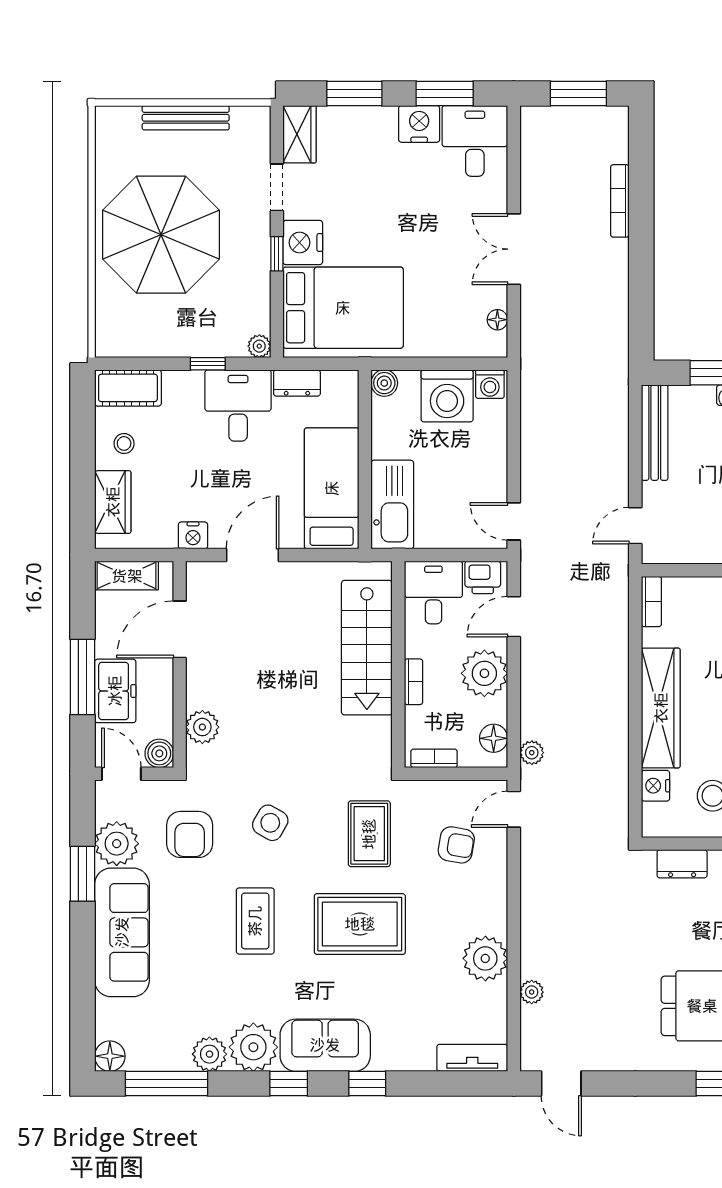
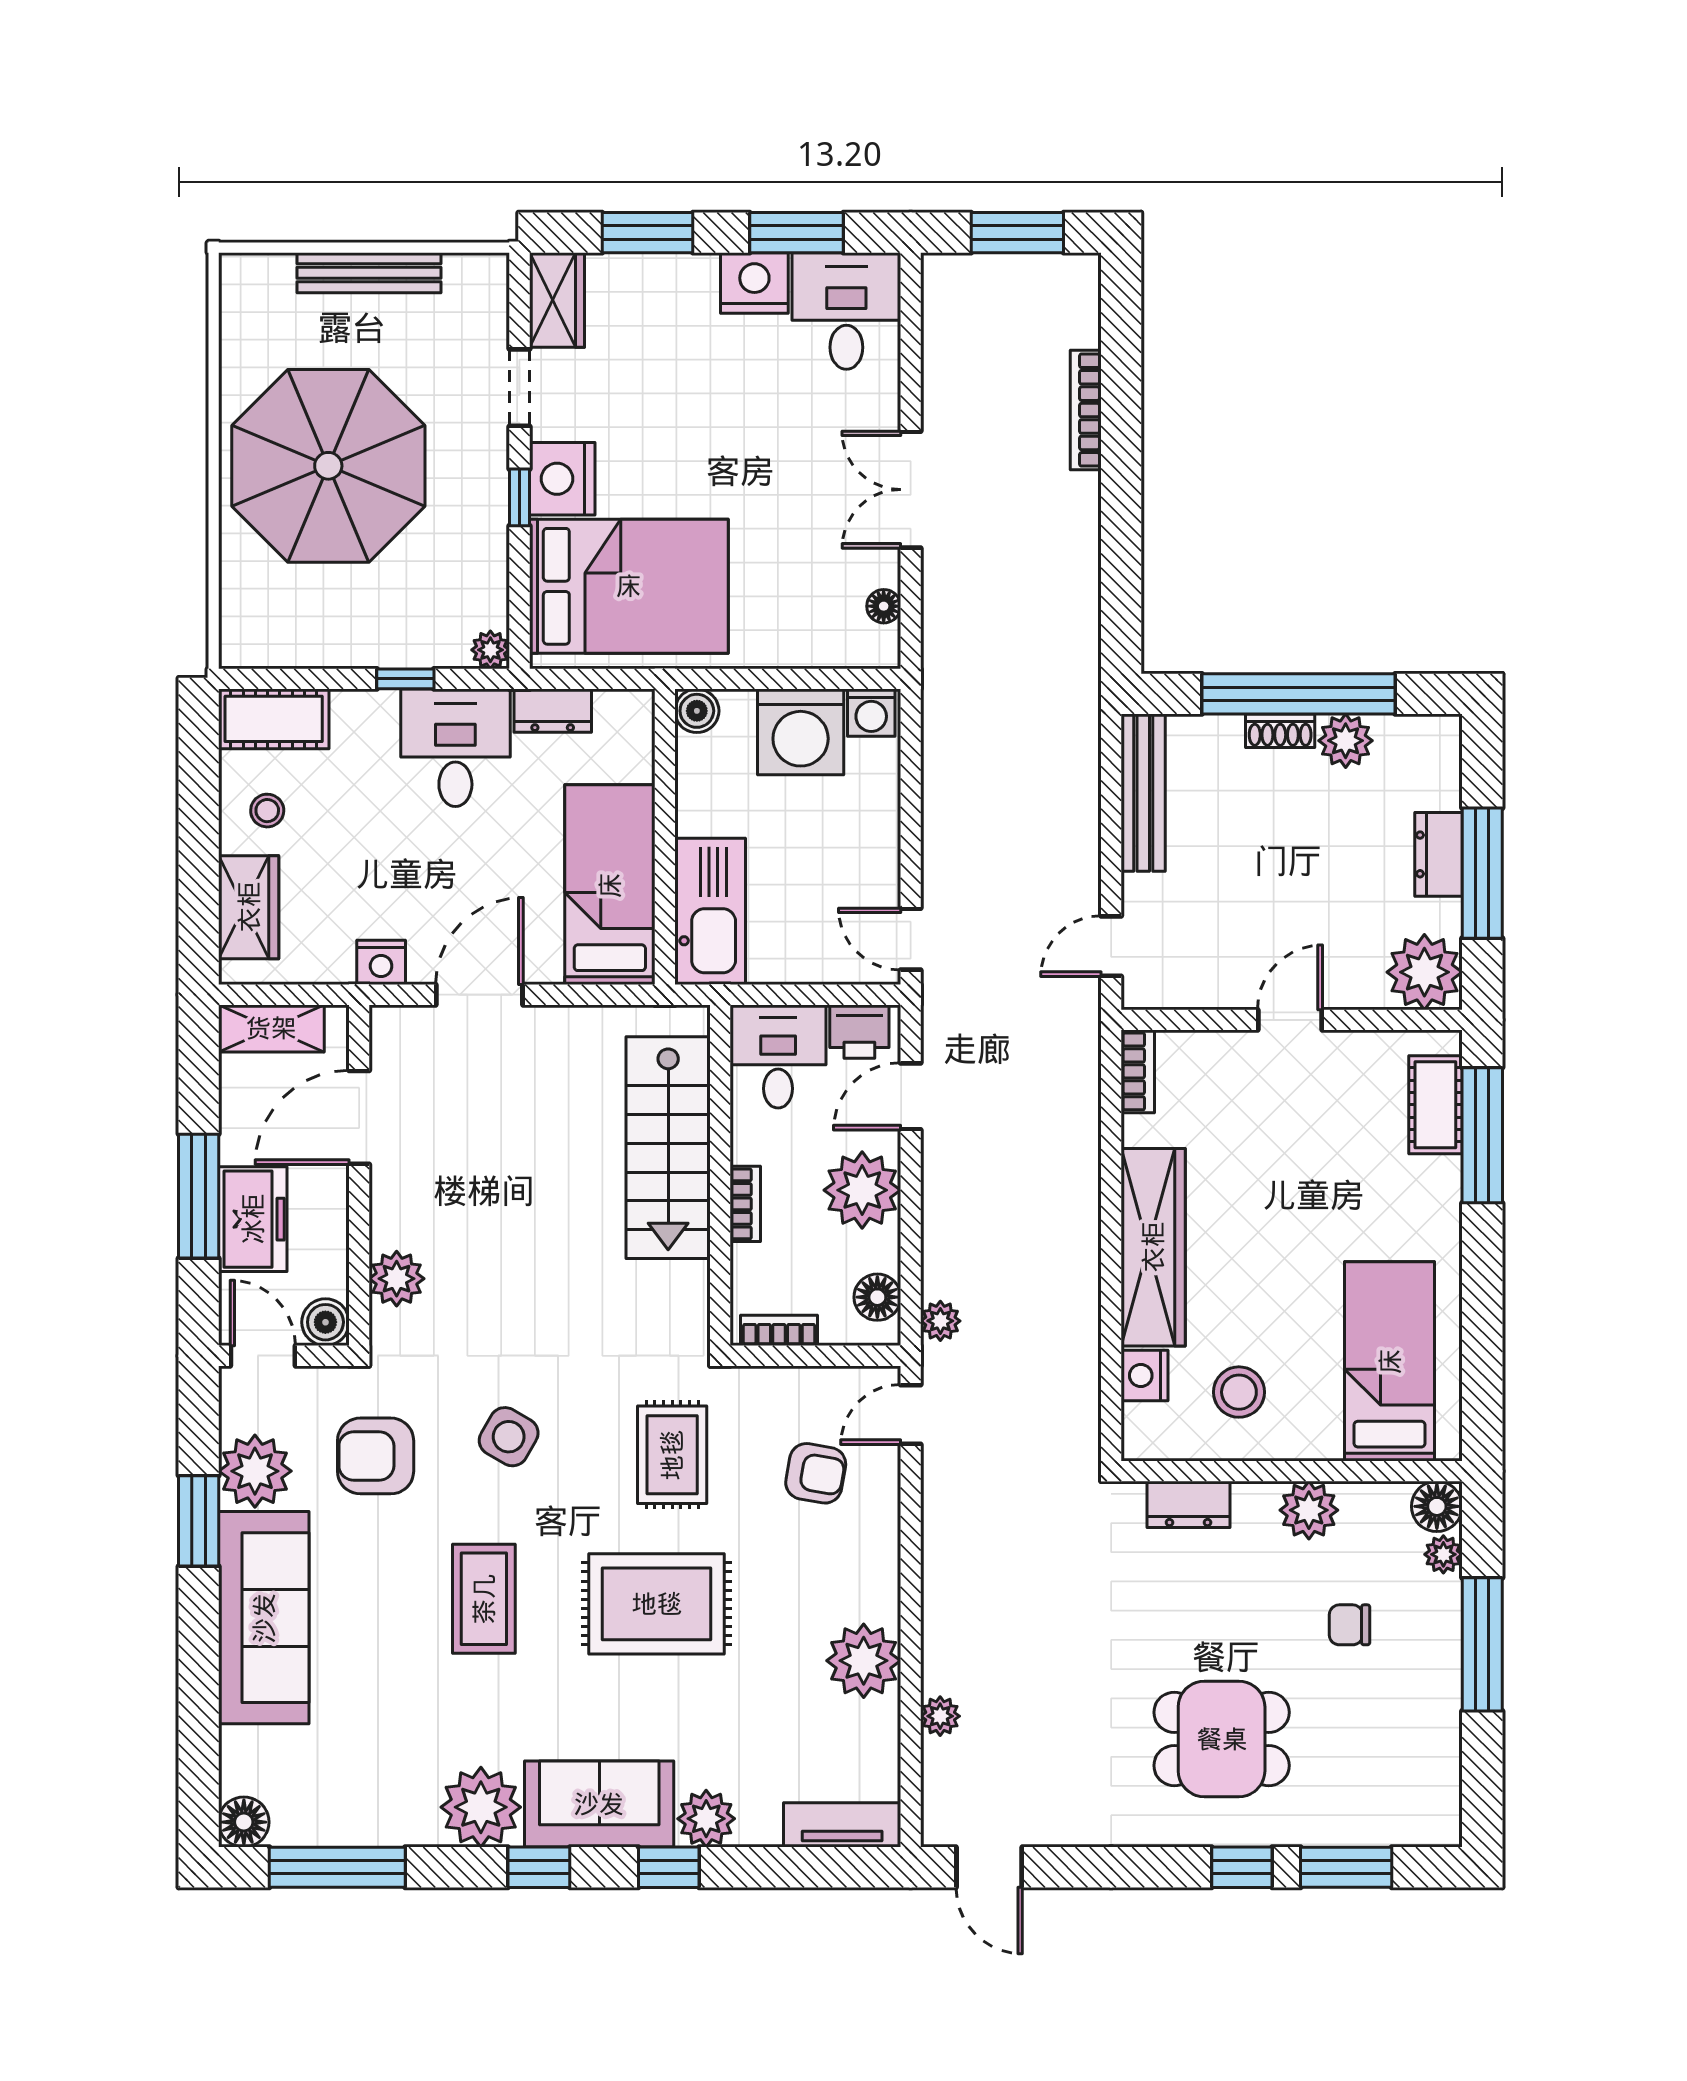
armchair: (190, 834) -> (376, 1456), turned 90
plant: (209, 1054) -> (706, 1819), moved

